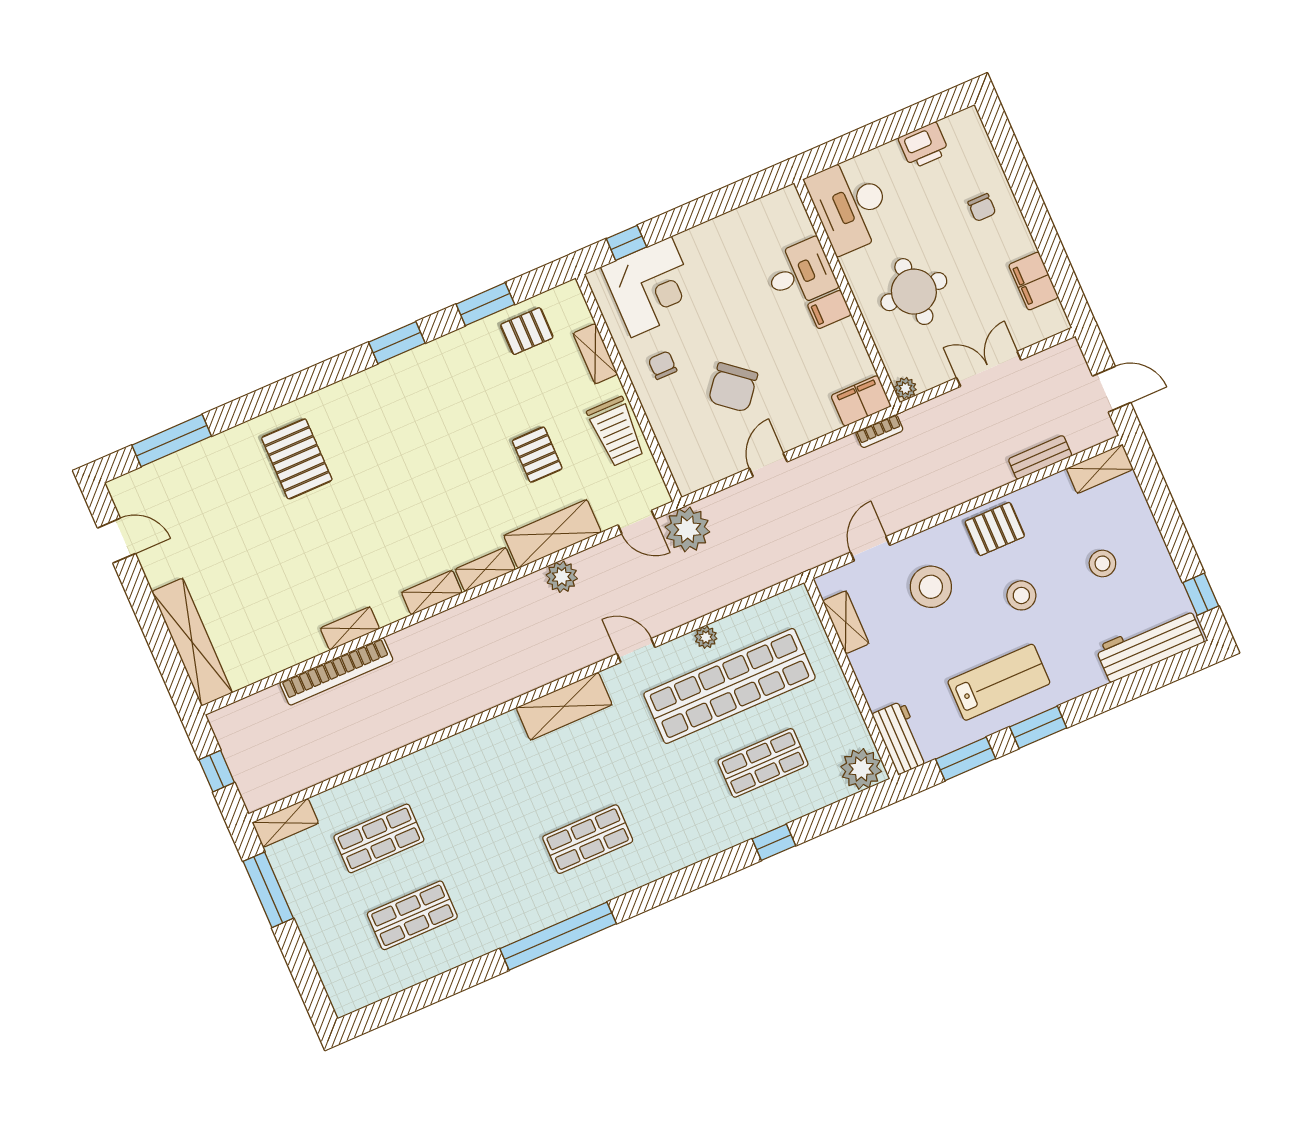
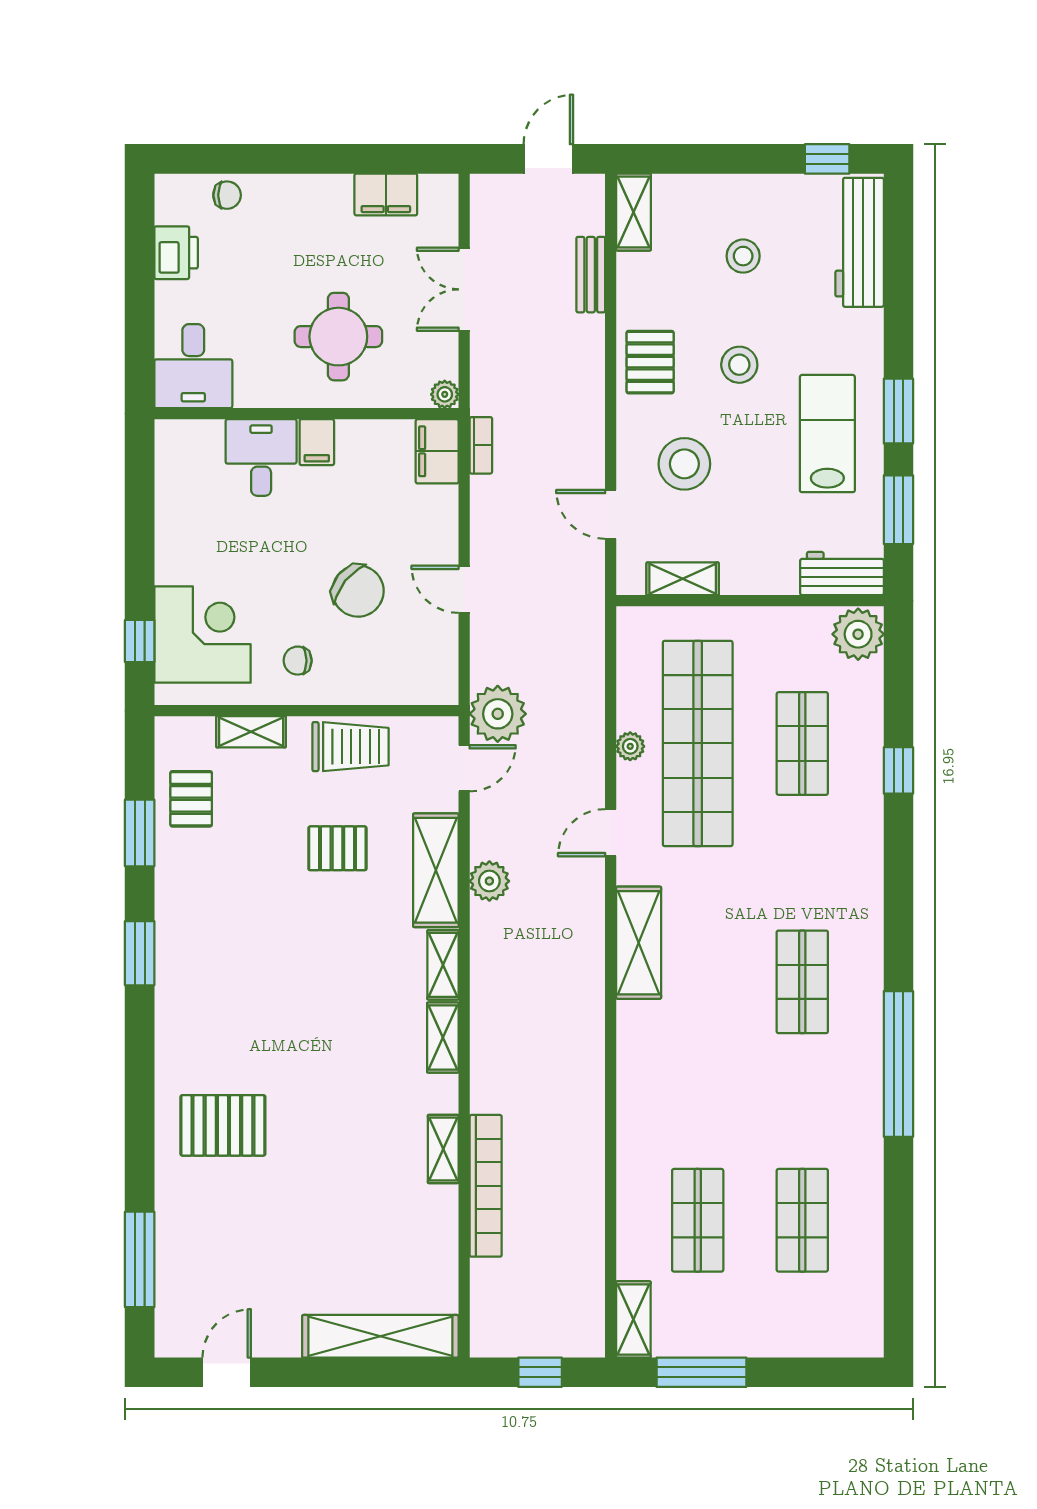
desk: (850, 205) -> (193, 366), width x0.73
chair: (982, 208) -> (227, 195), moved

